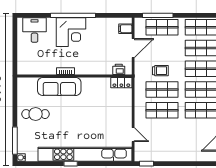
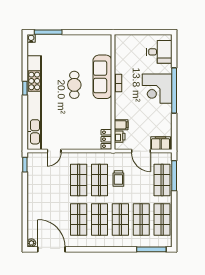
filing cabinet: (125, 29) -> (161, 143), width x2.00
filing cabinet: (107, 68) -> (121, 125), added
cafe table: (36, 114) -> (74, 85), moved

